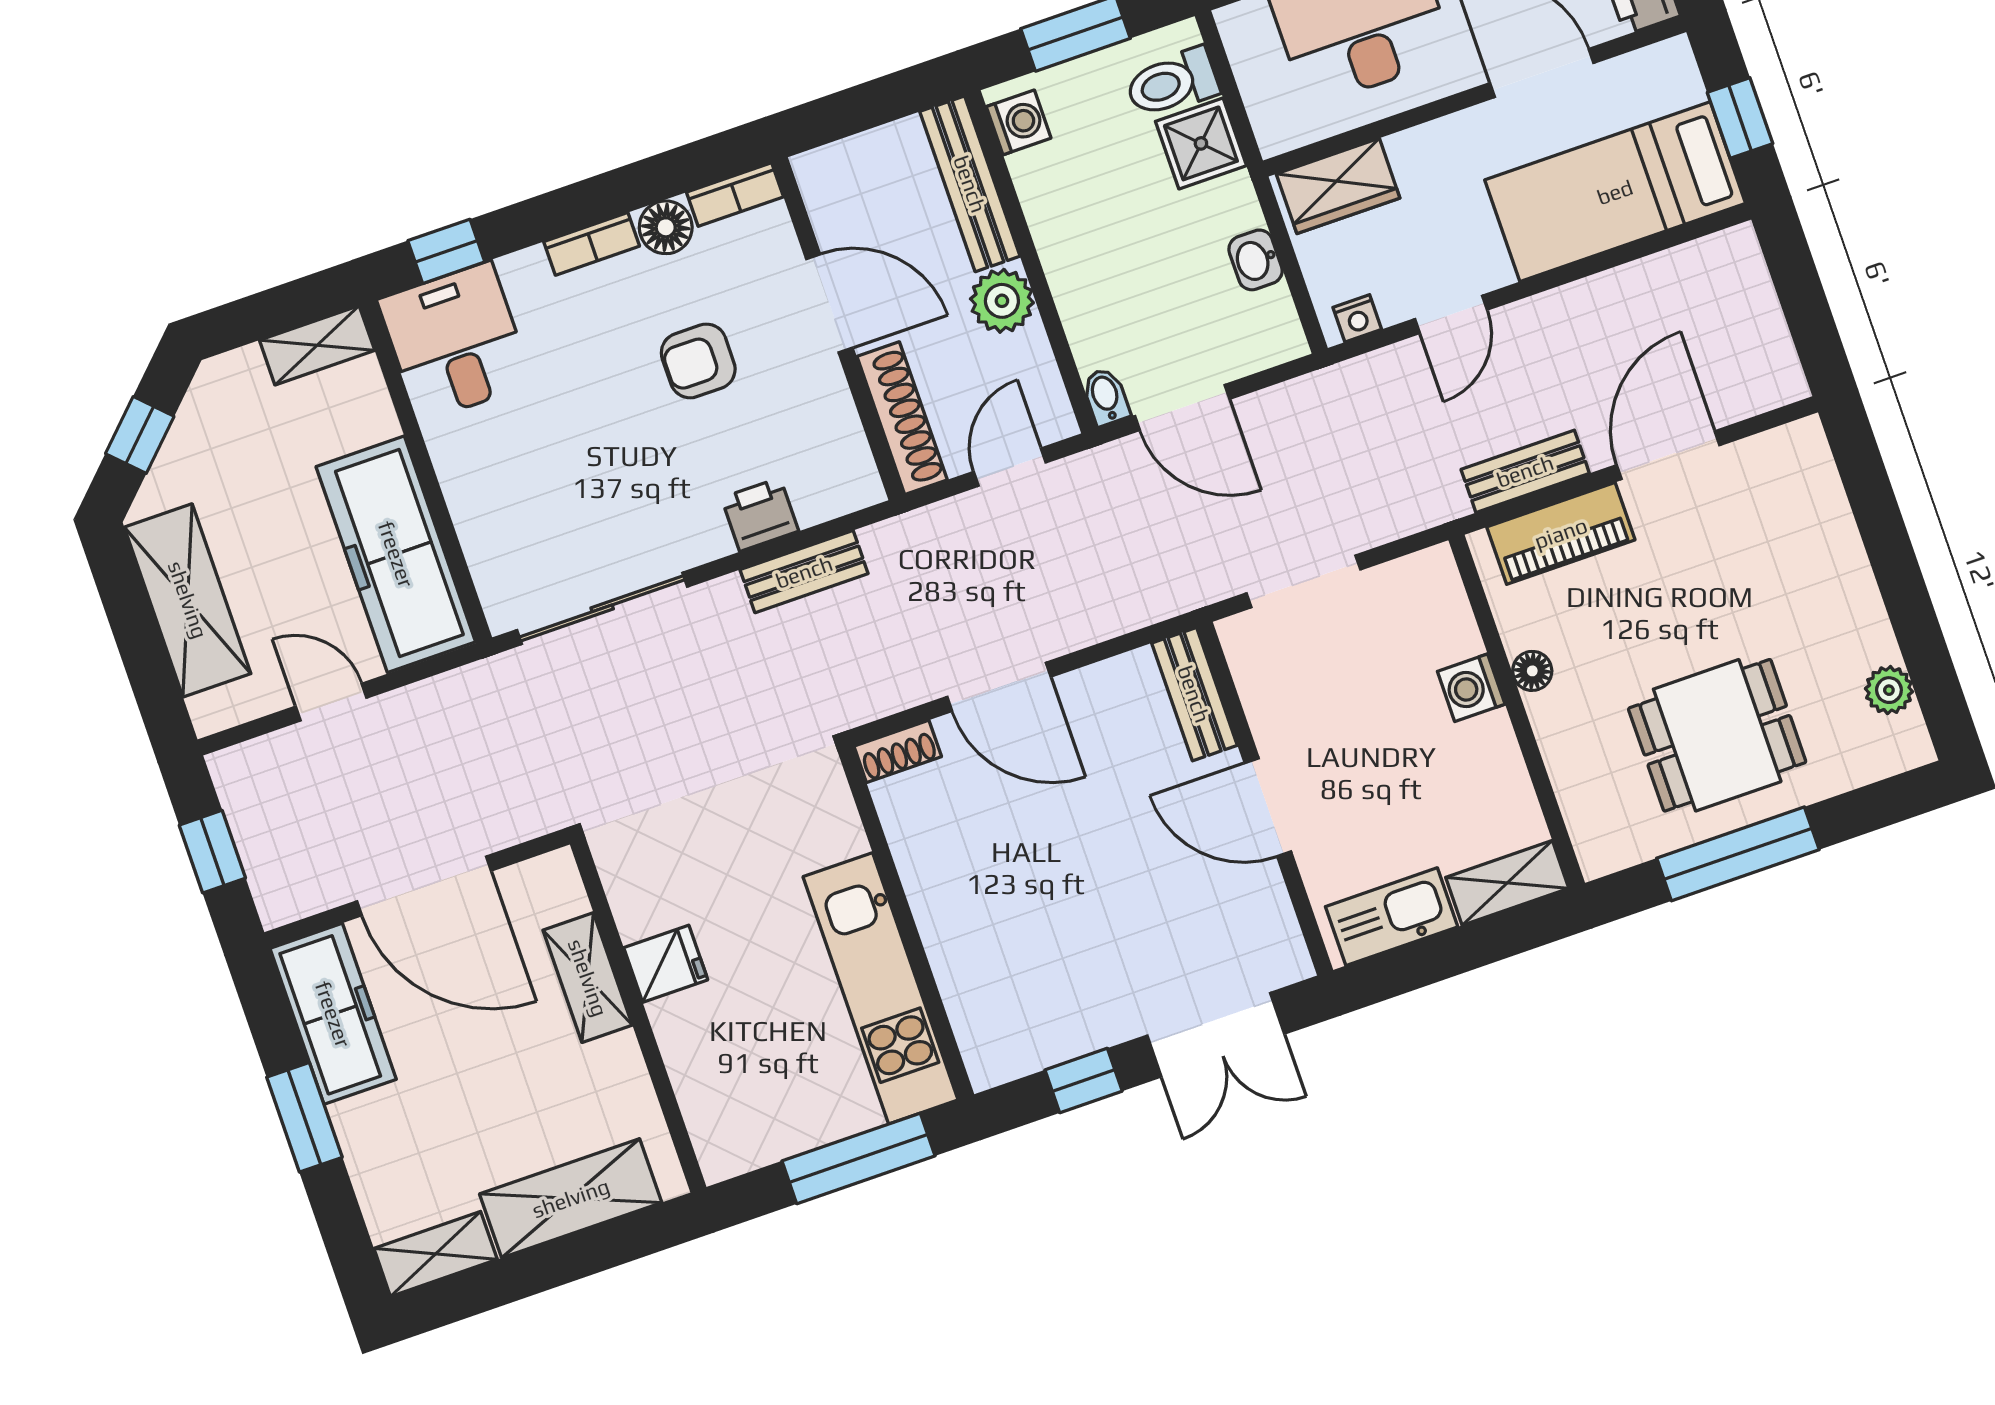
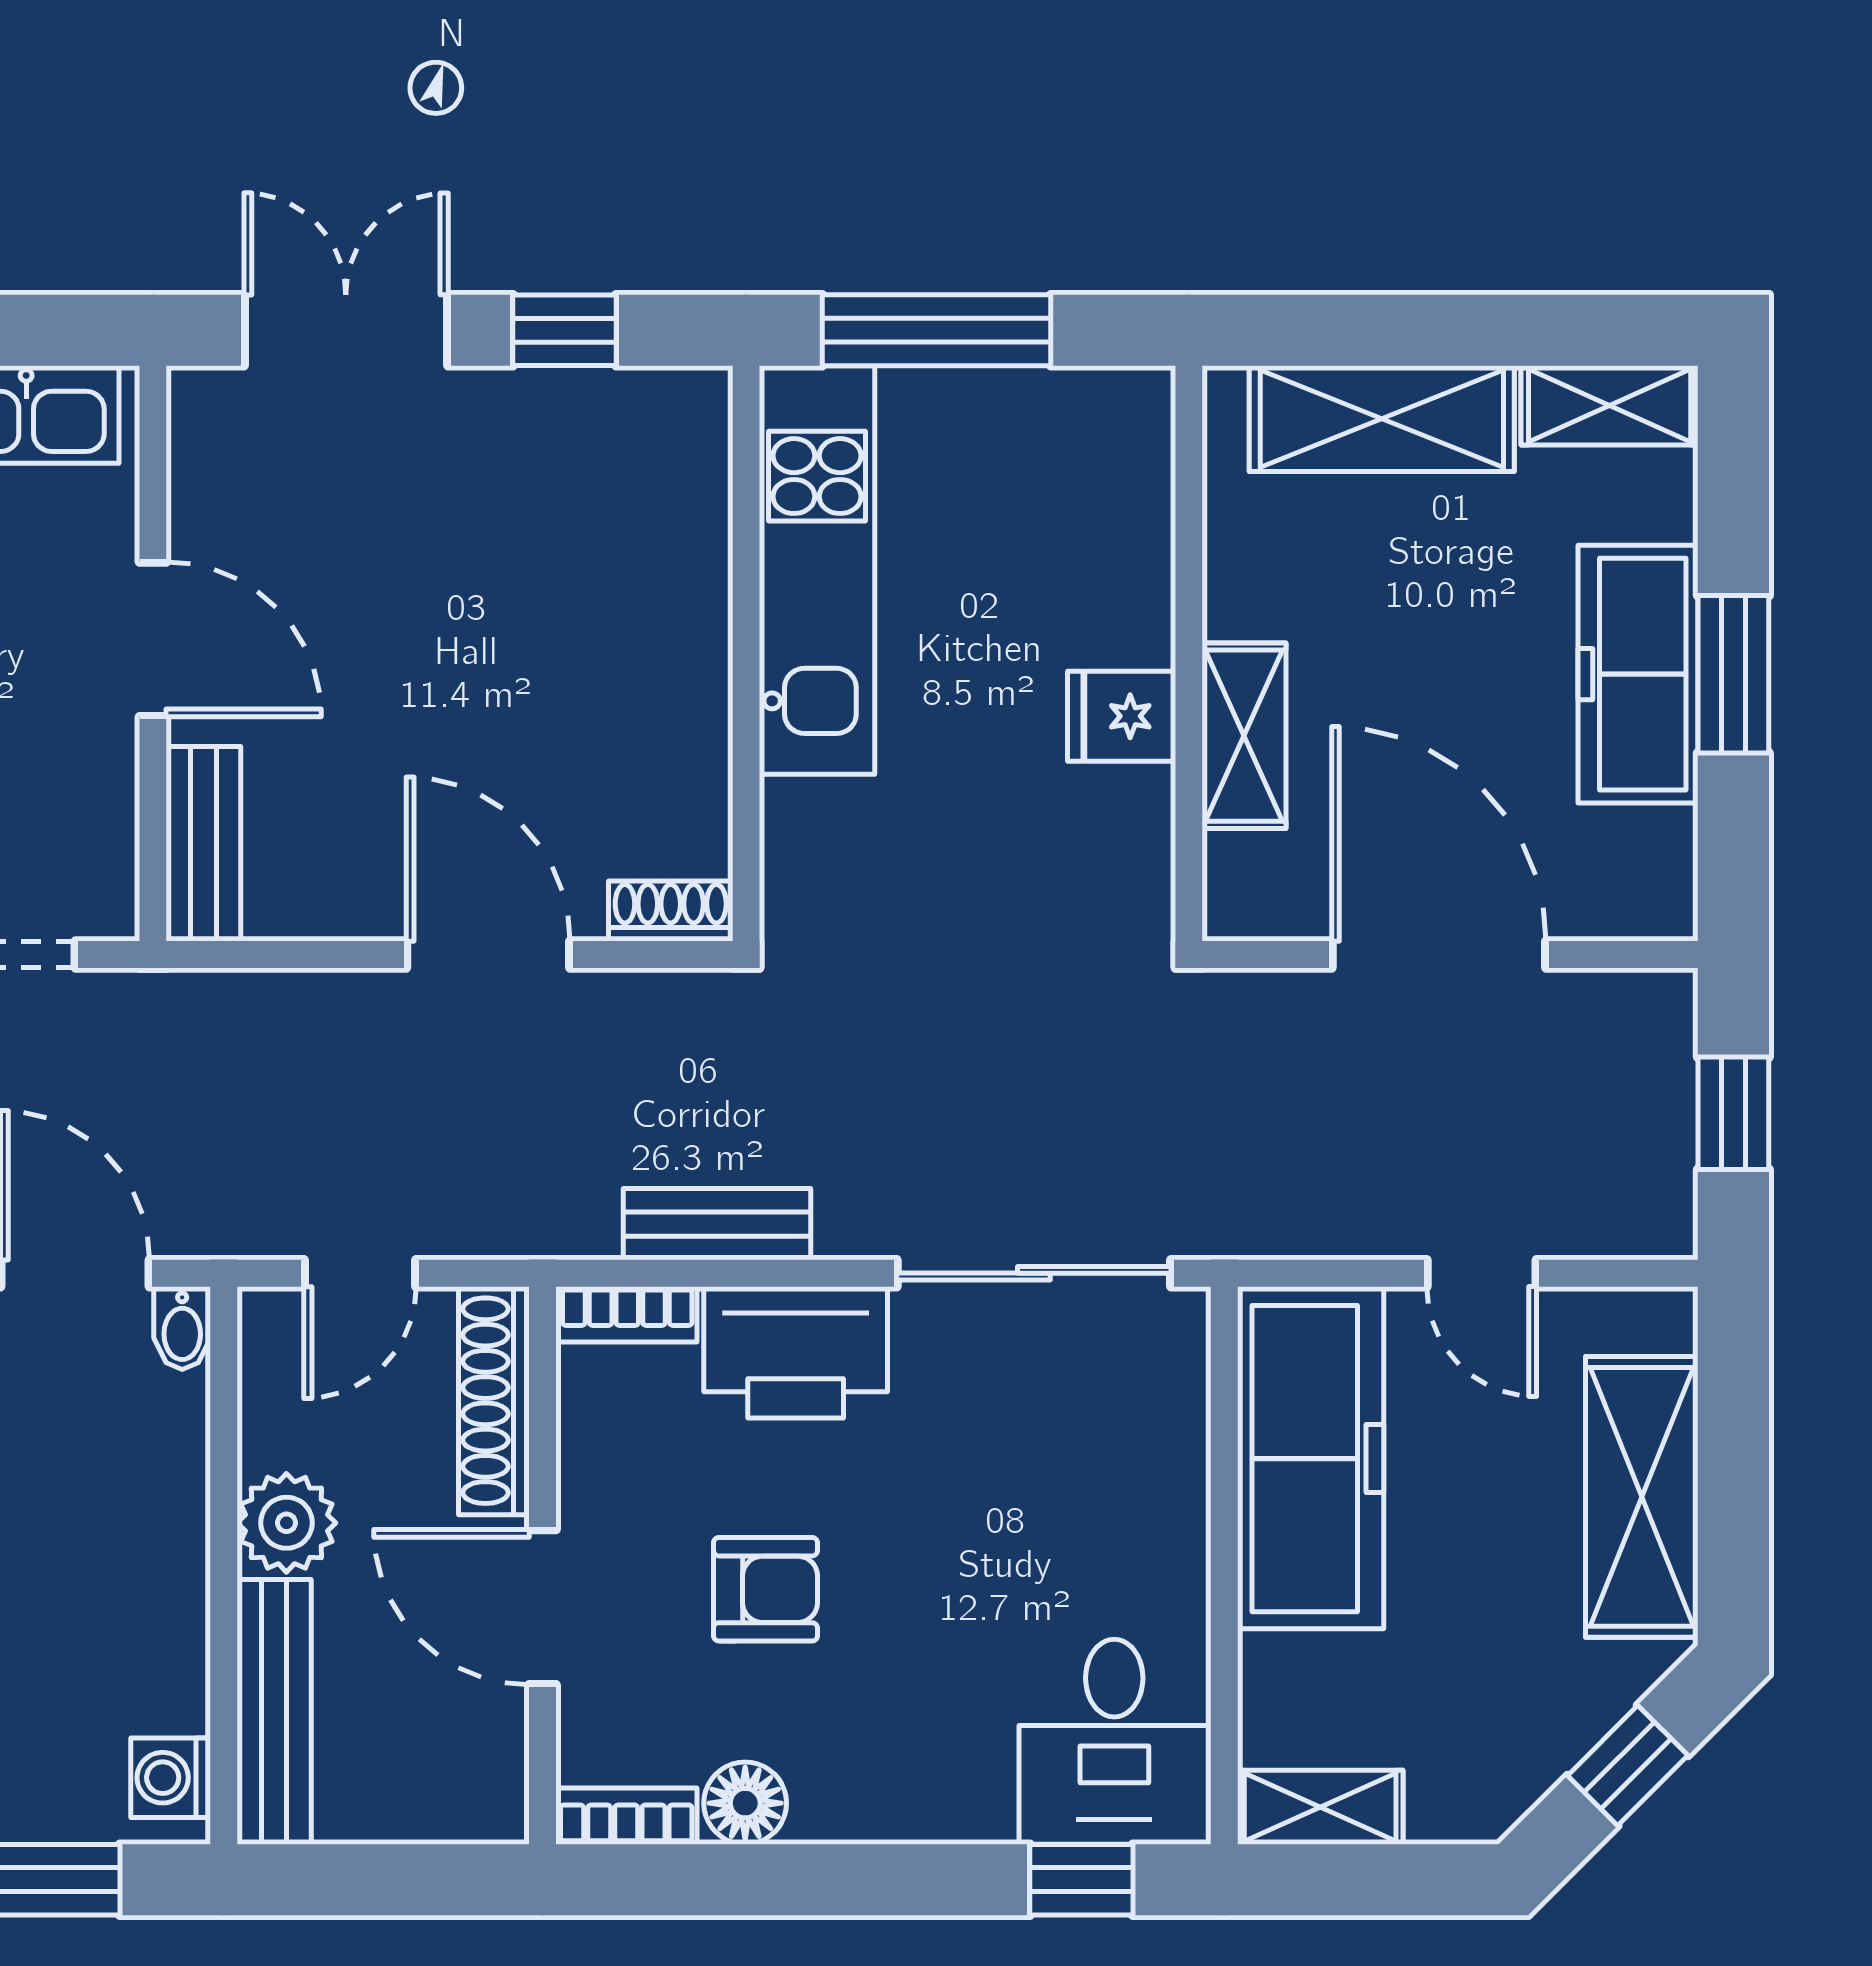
bookcase: (592, 244) -> (627, 1314), moved, turned 180
printer: (760, 515) -> (796, 1352), width x1.87, depth x1.48
freezer: (333, 1014) -> (1638, 674), moved

